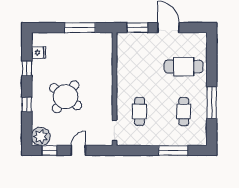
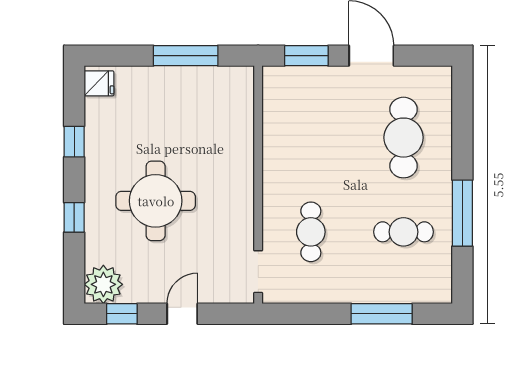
fridge: (39, 53) -> (99, 83), moved
cafe table: (184, 67) -> (403, 138), turned 90
round table: (66, 97) -> (156, 201), turned -37
cafe table: (184, 111) -> (403, 232), turned 90

